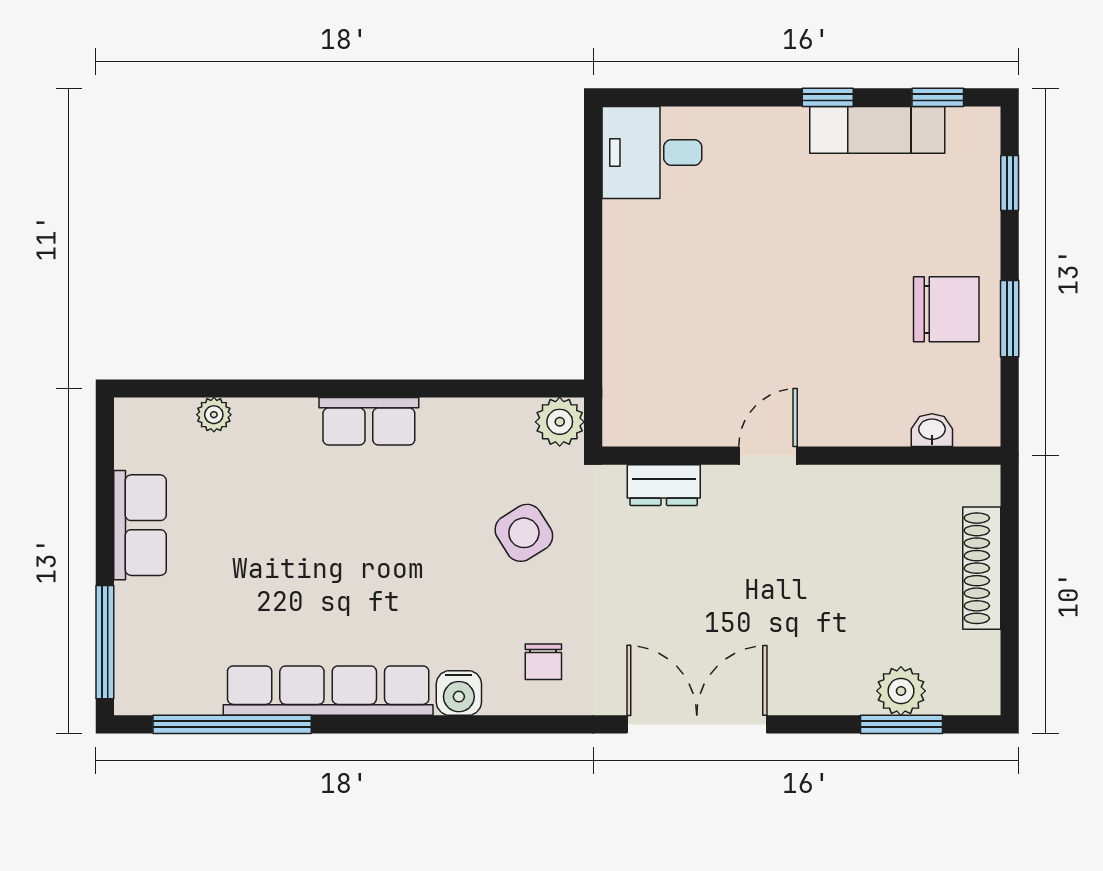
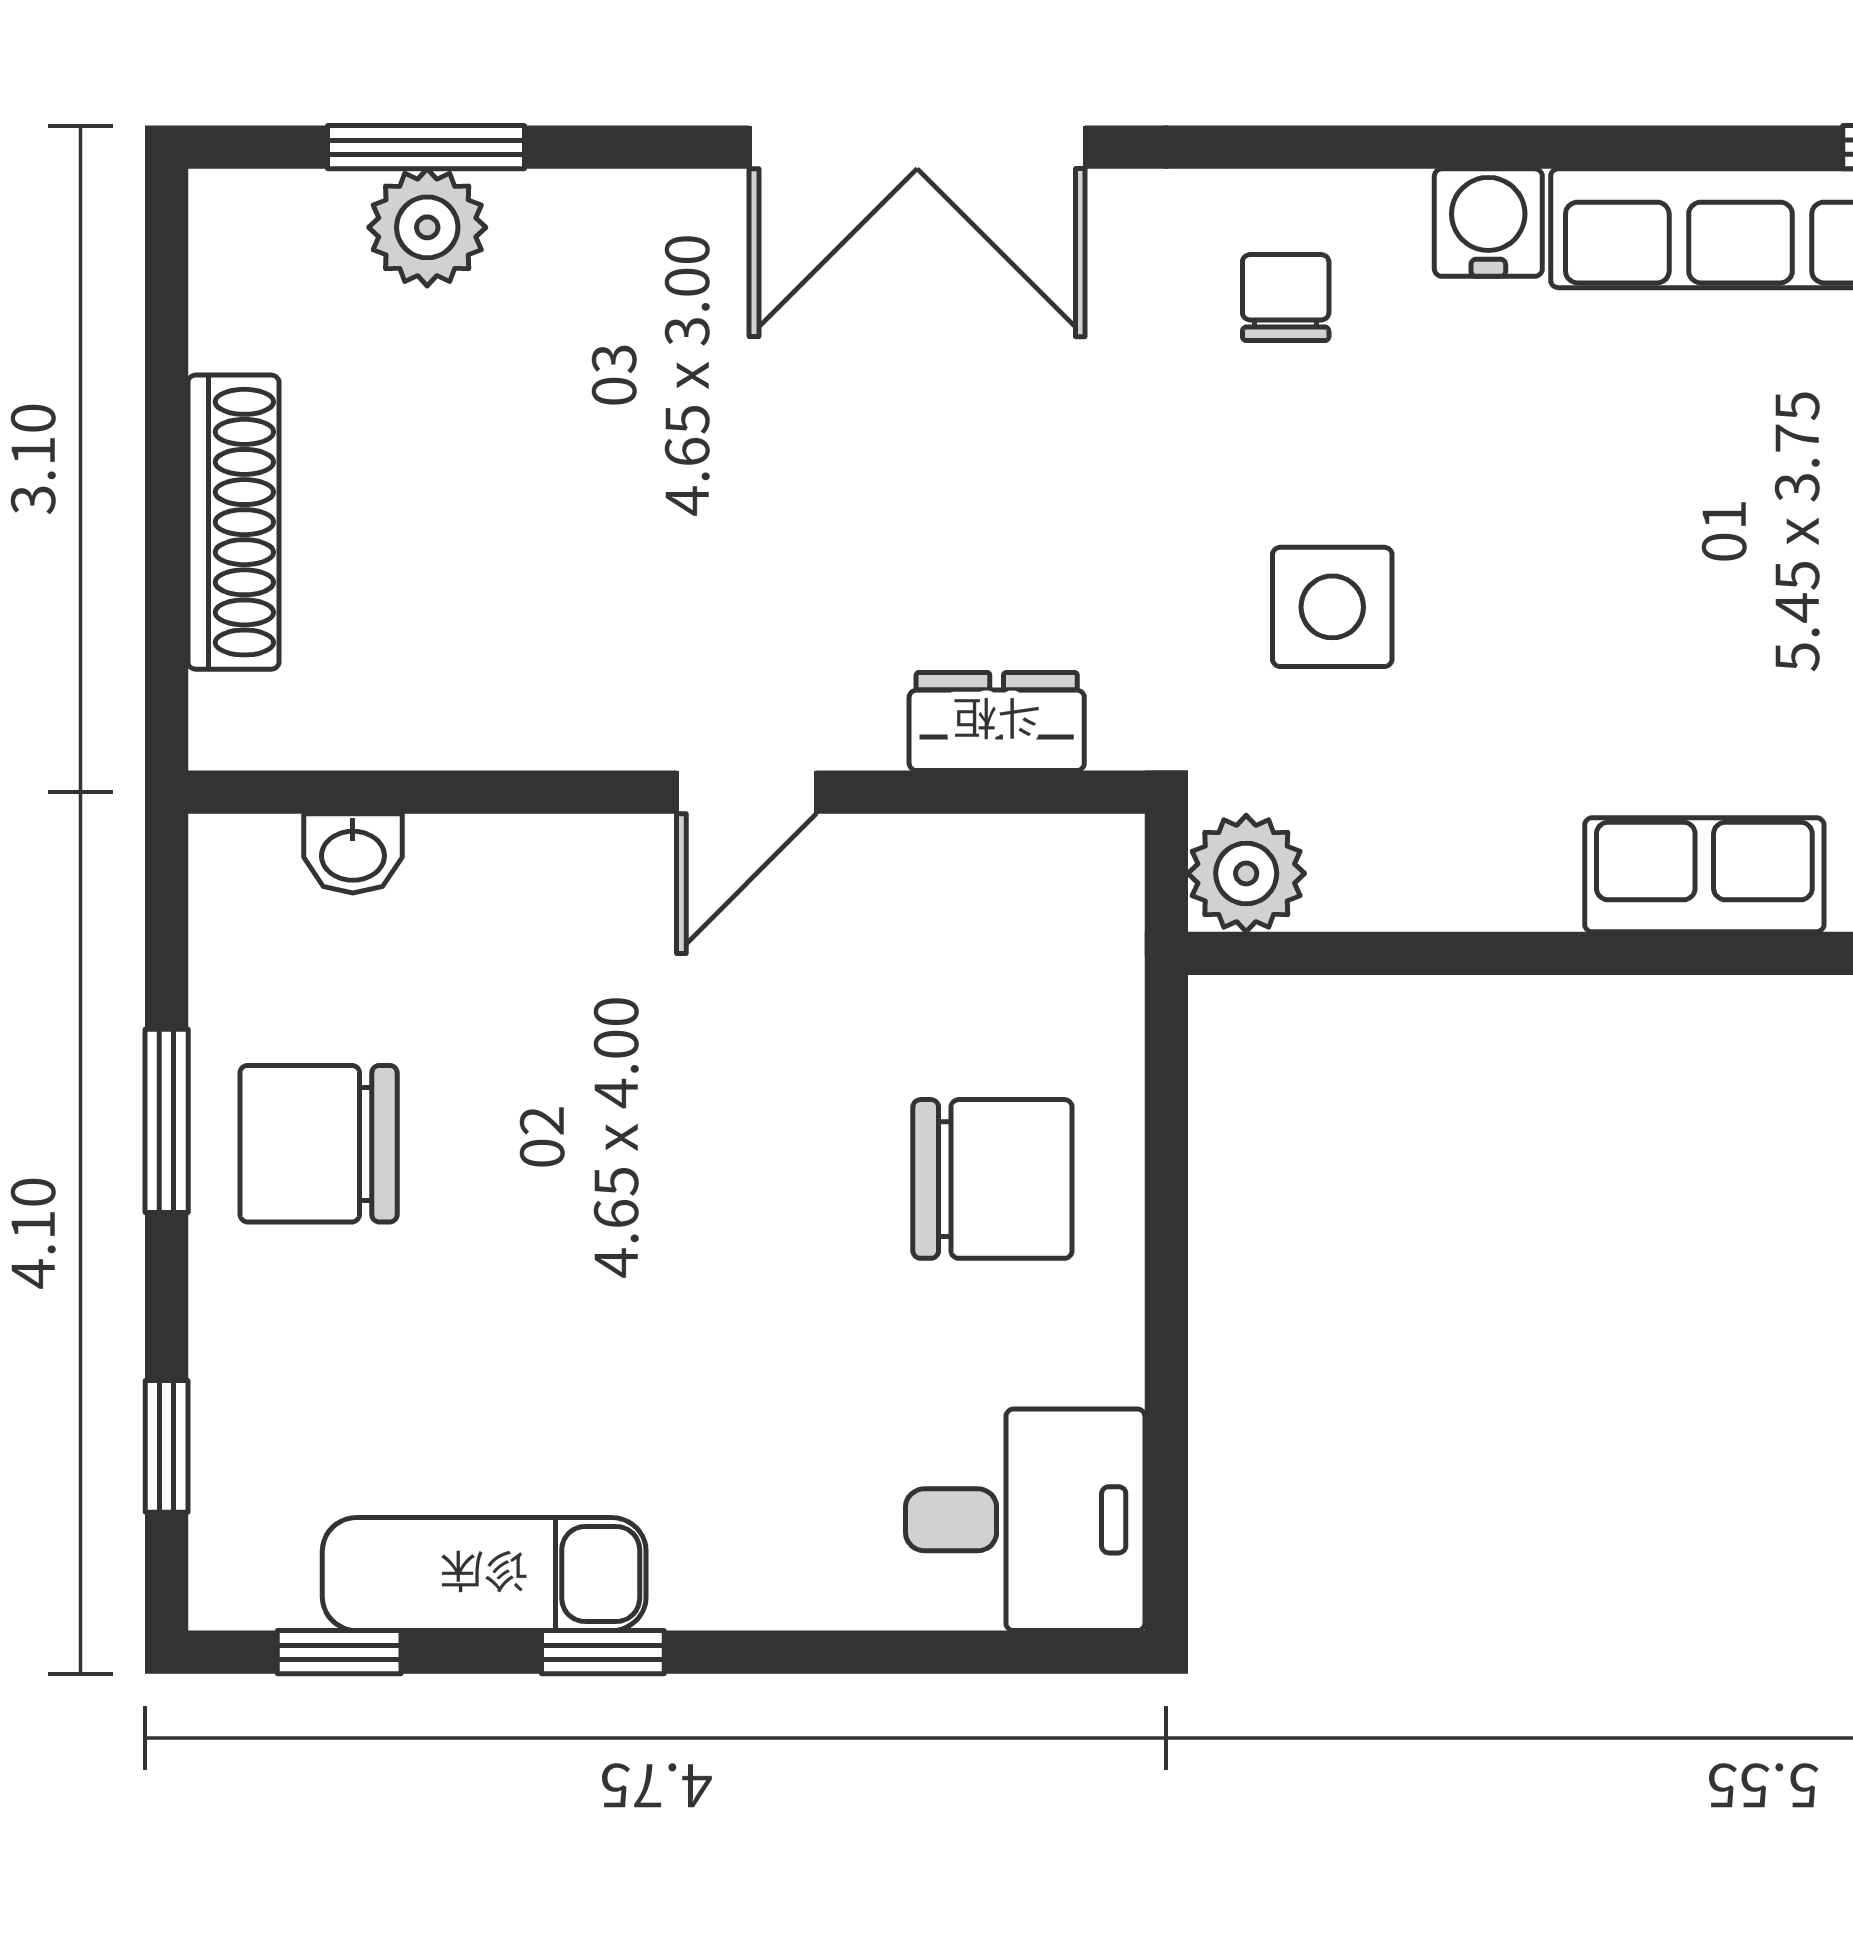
chair: (665, 295) -> (992, 1179), added
side table: (524, 533) -> (1332, 607), turned 32

